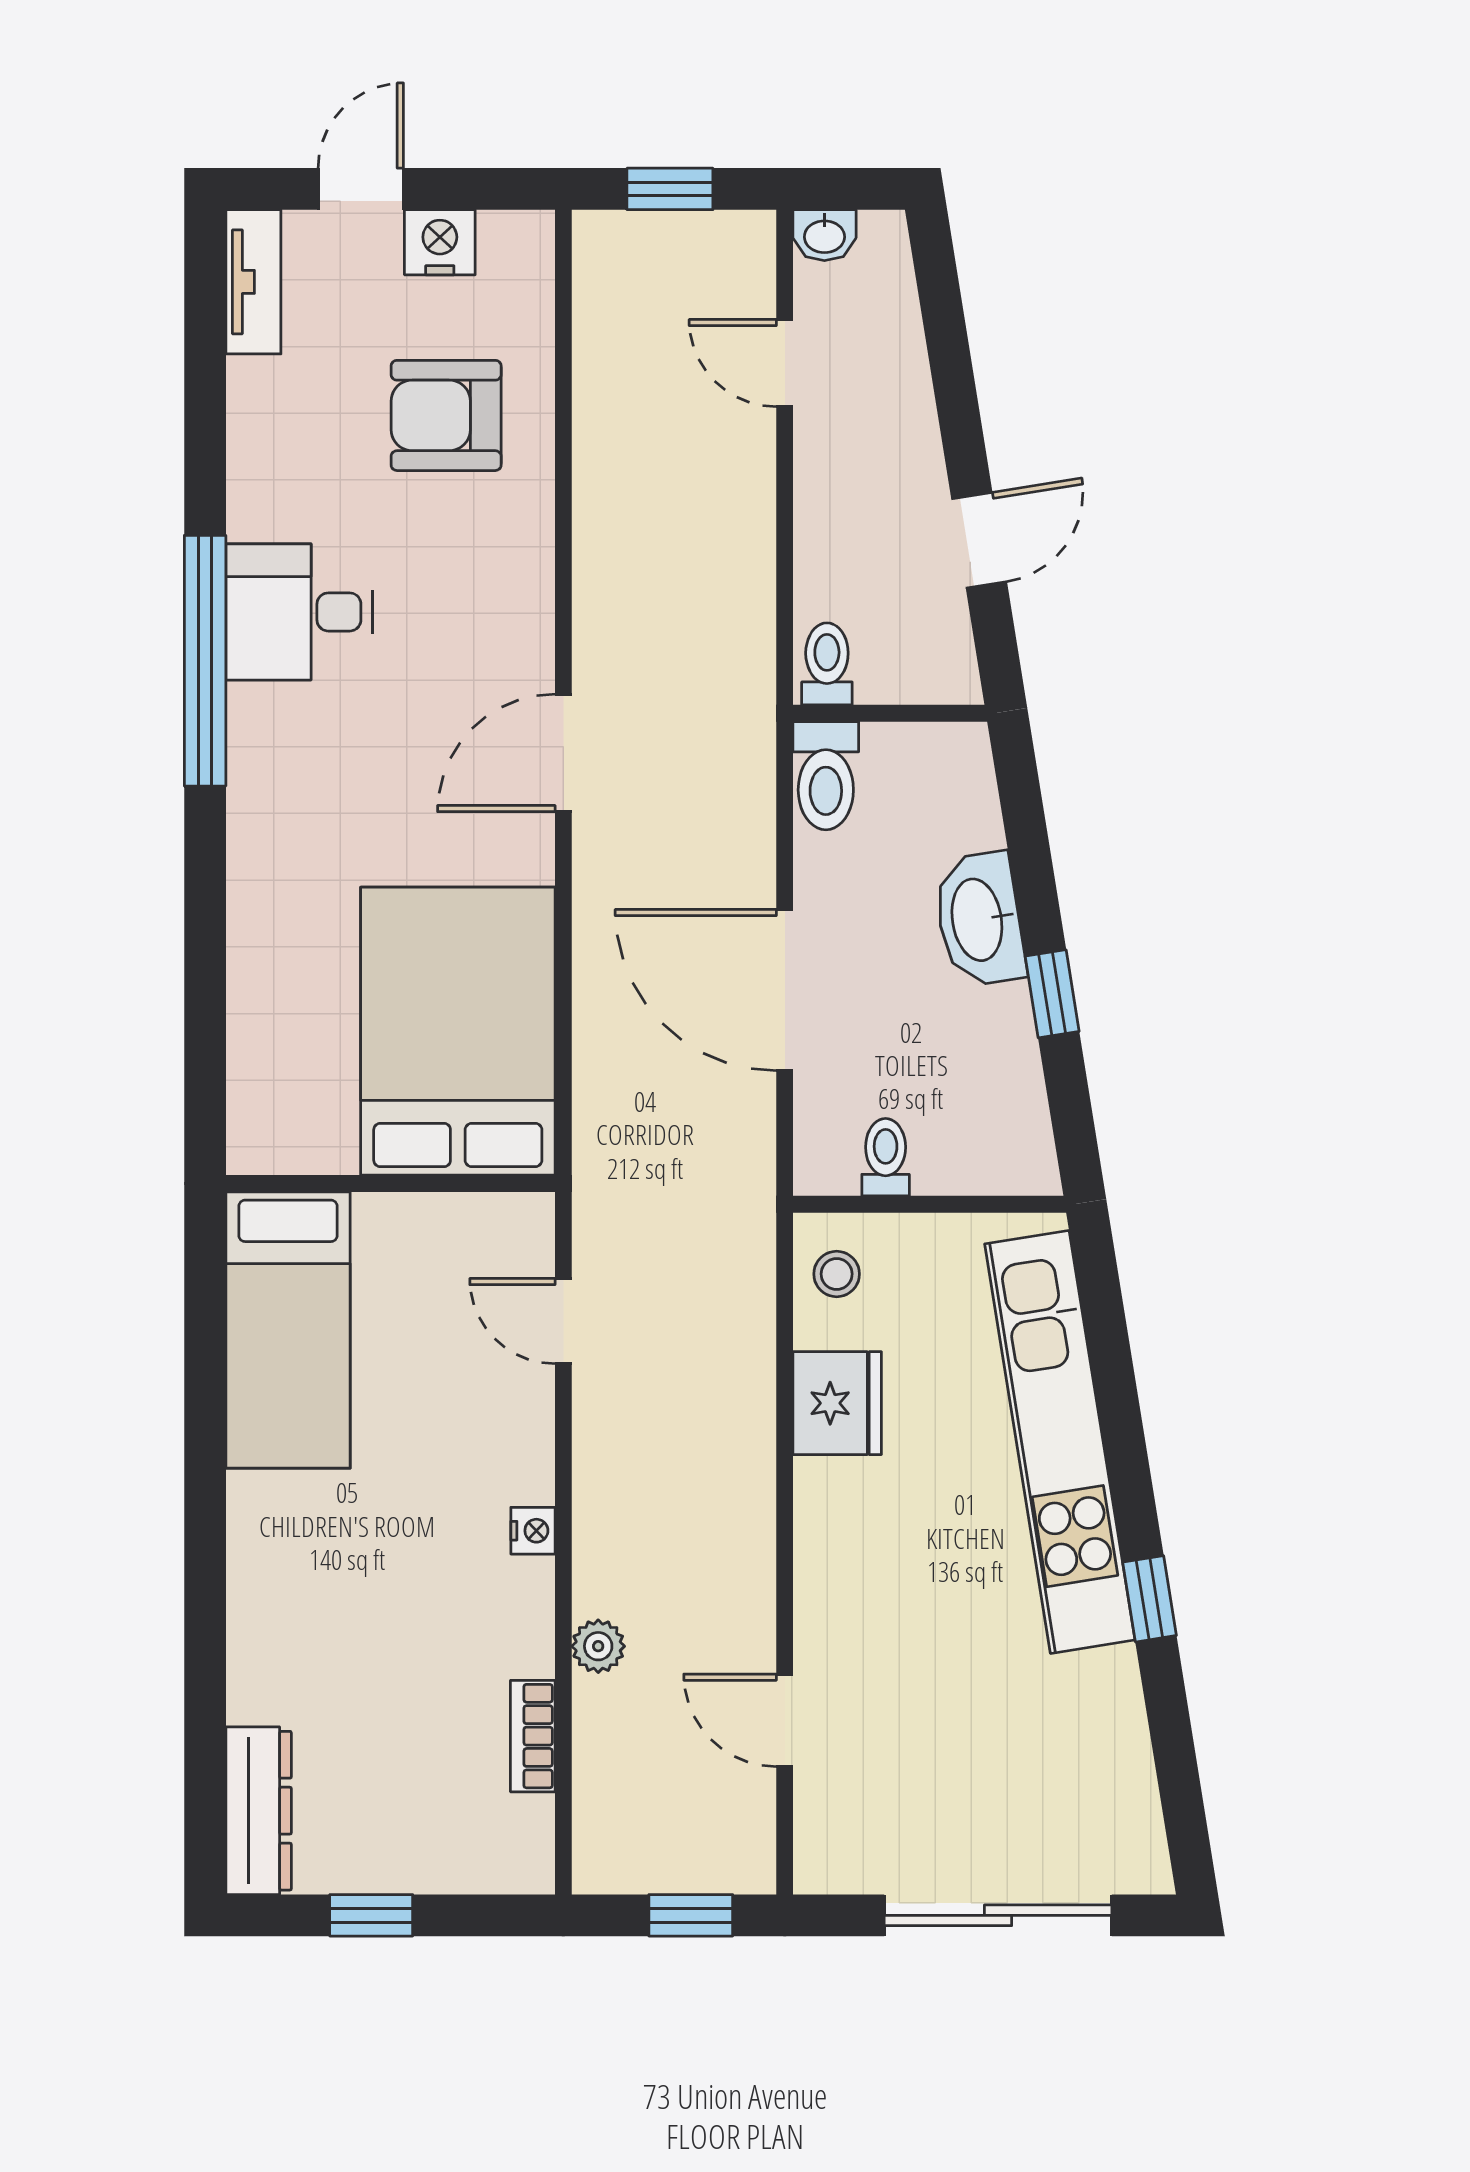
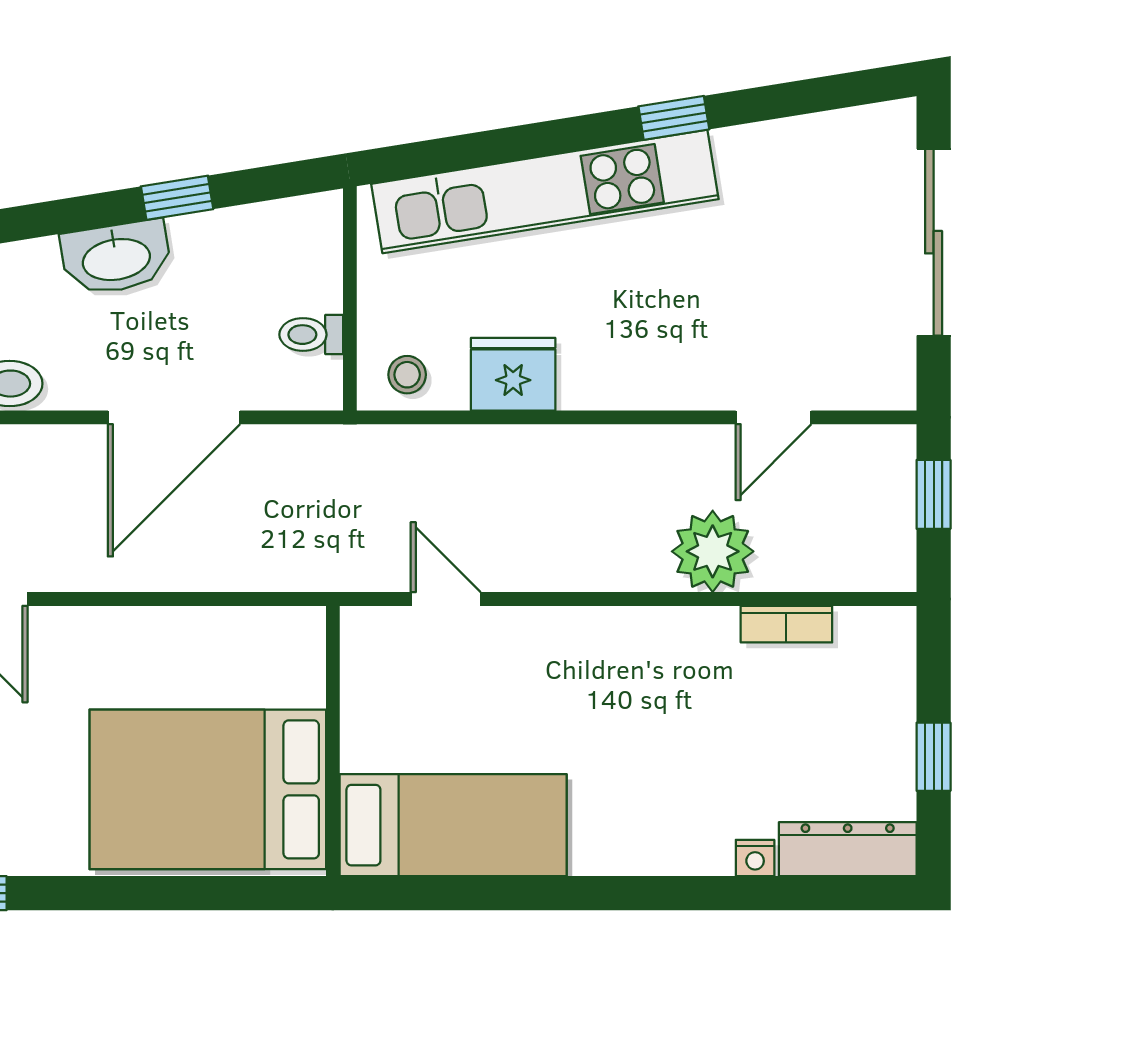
bed: (458, 1031) -> (208, 789), moved
door: (563, 1321) -> (446, 599), swing flipped
nightstand: (533, 1531) -> (755, 858), moved, turned 180
plant: (598, 1646) -> (713, 551), width x1.88, depth x1.88

